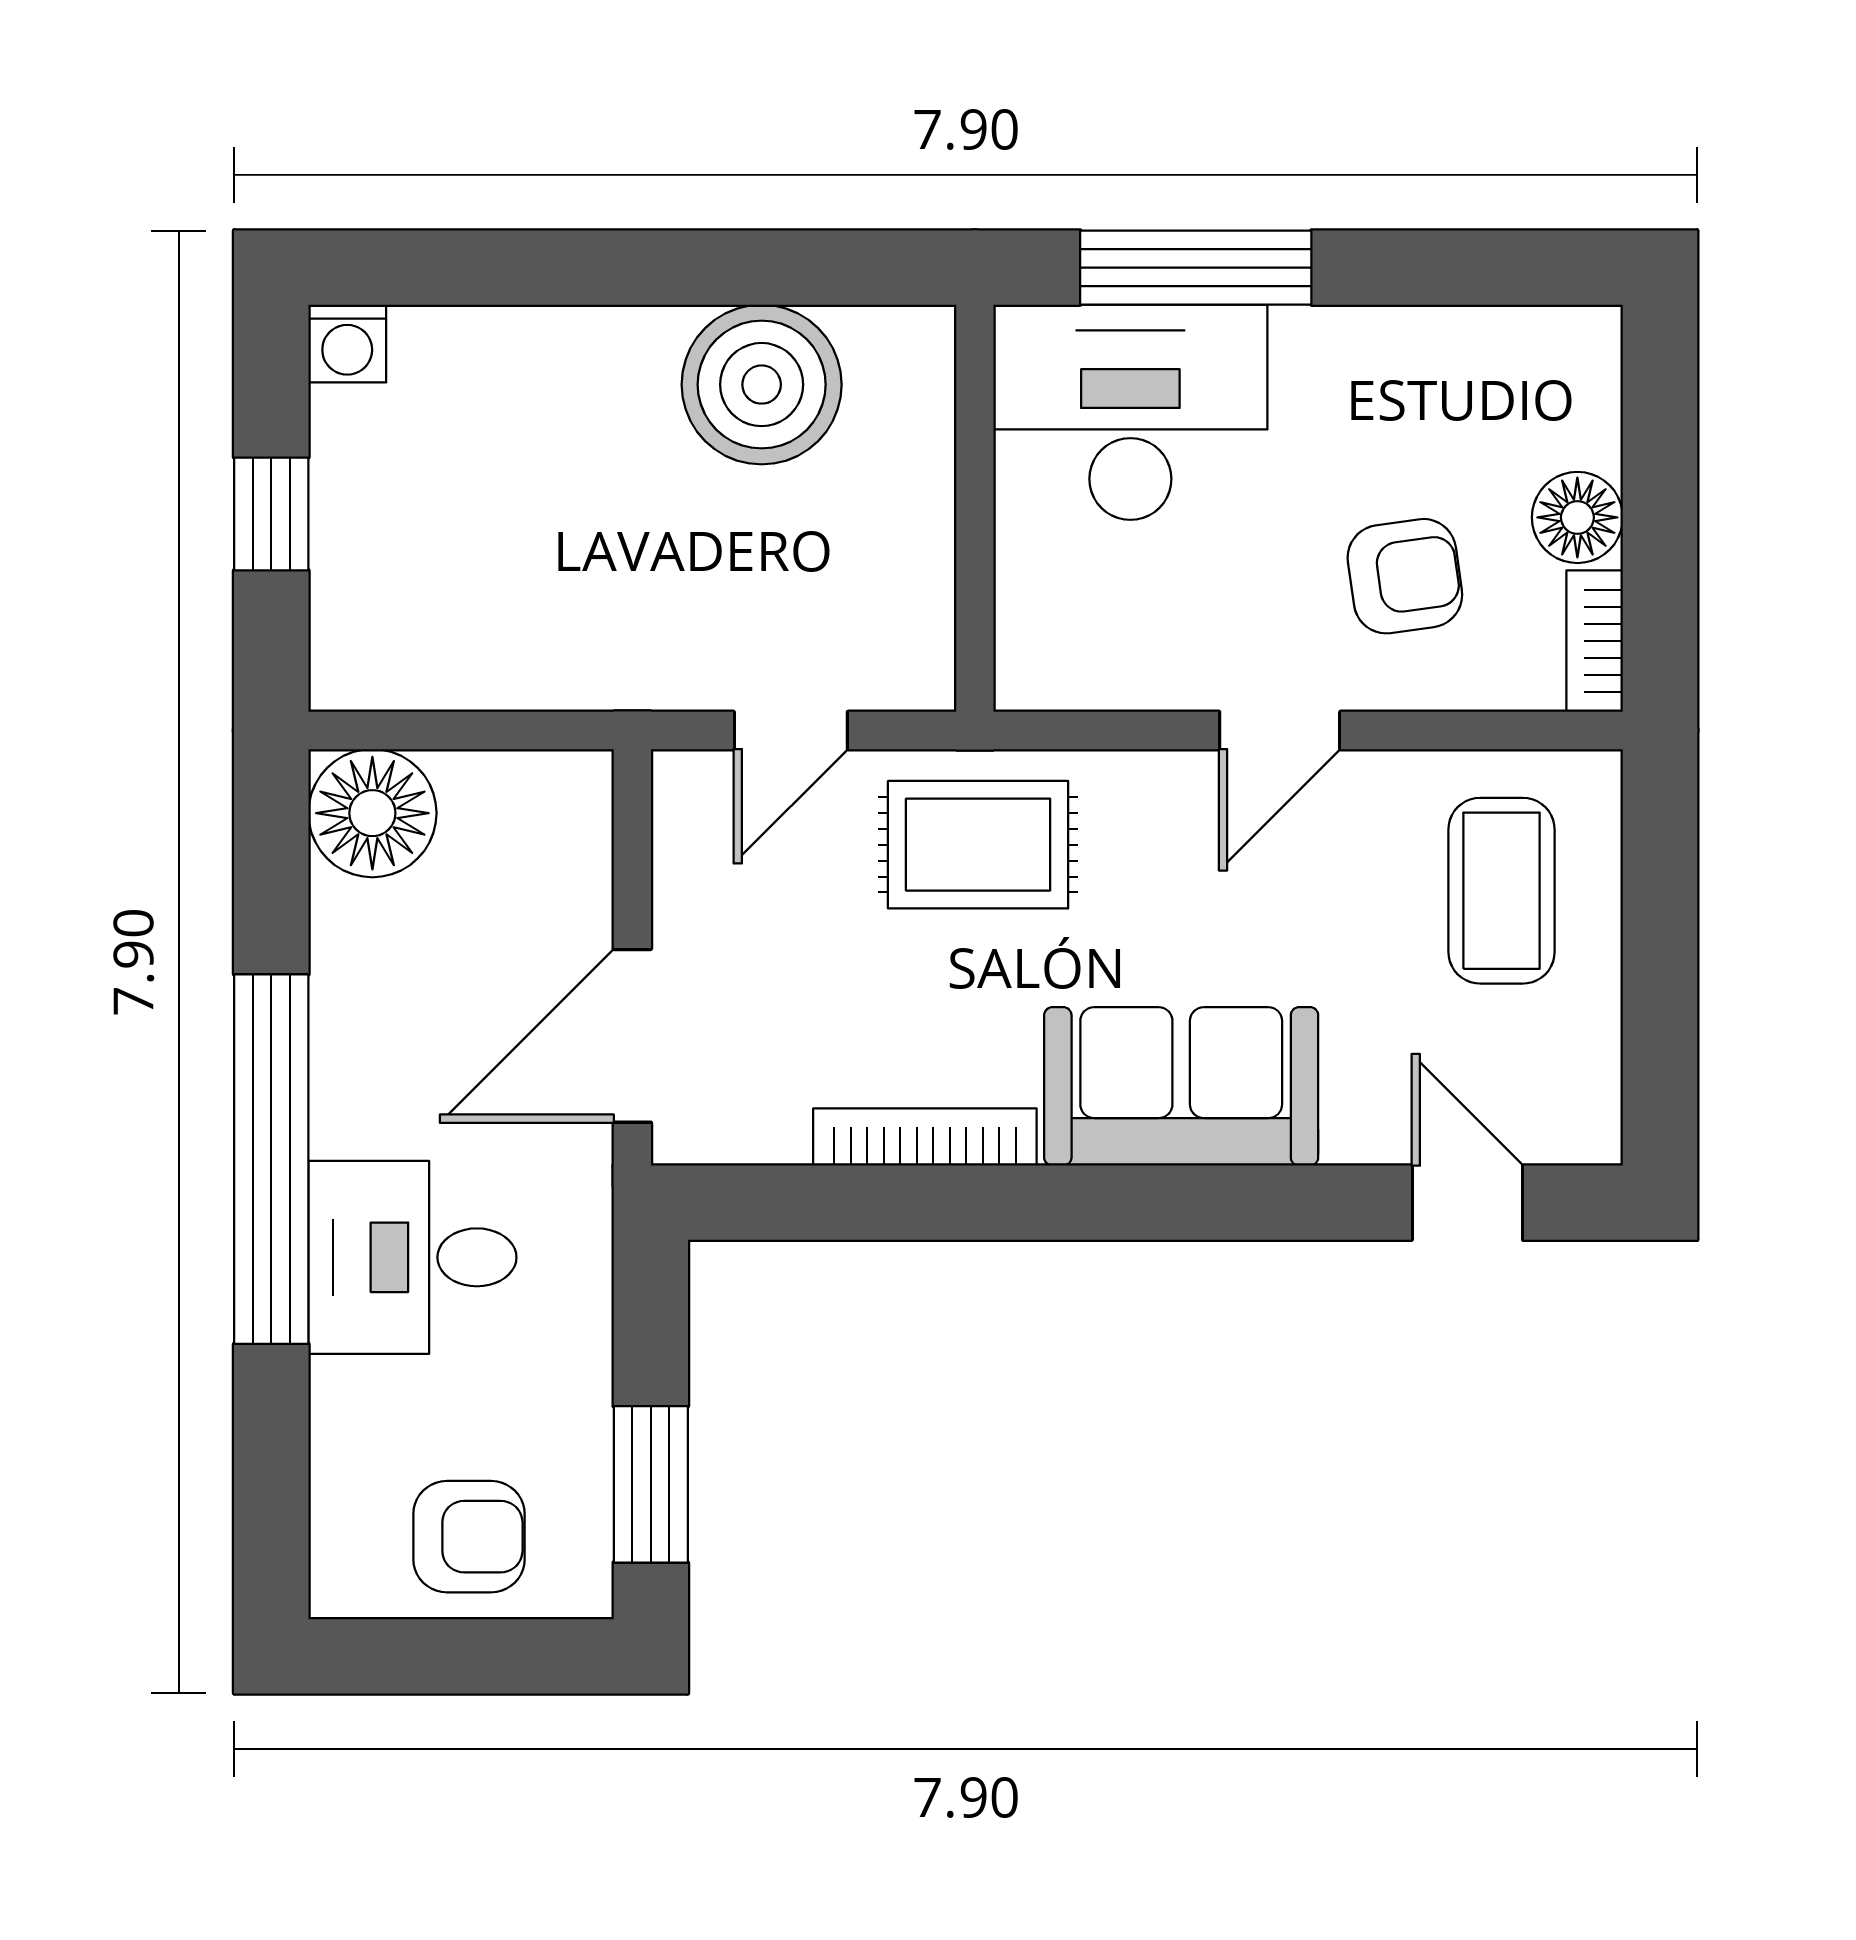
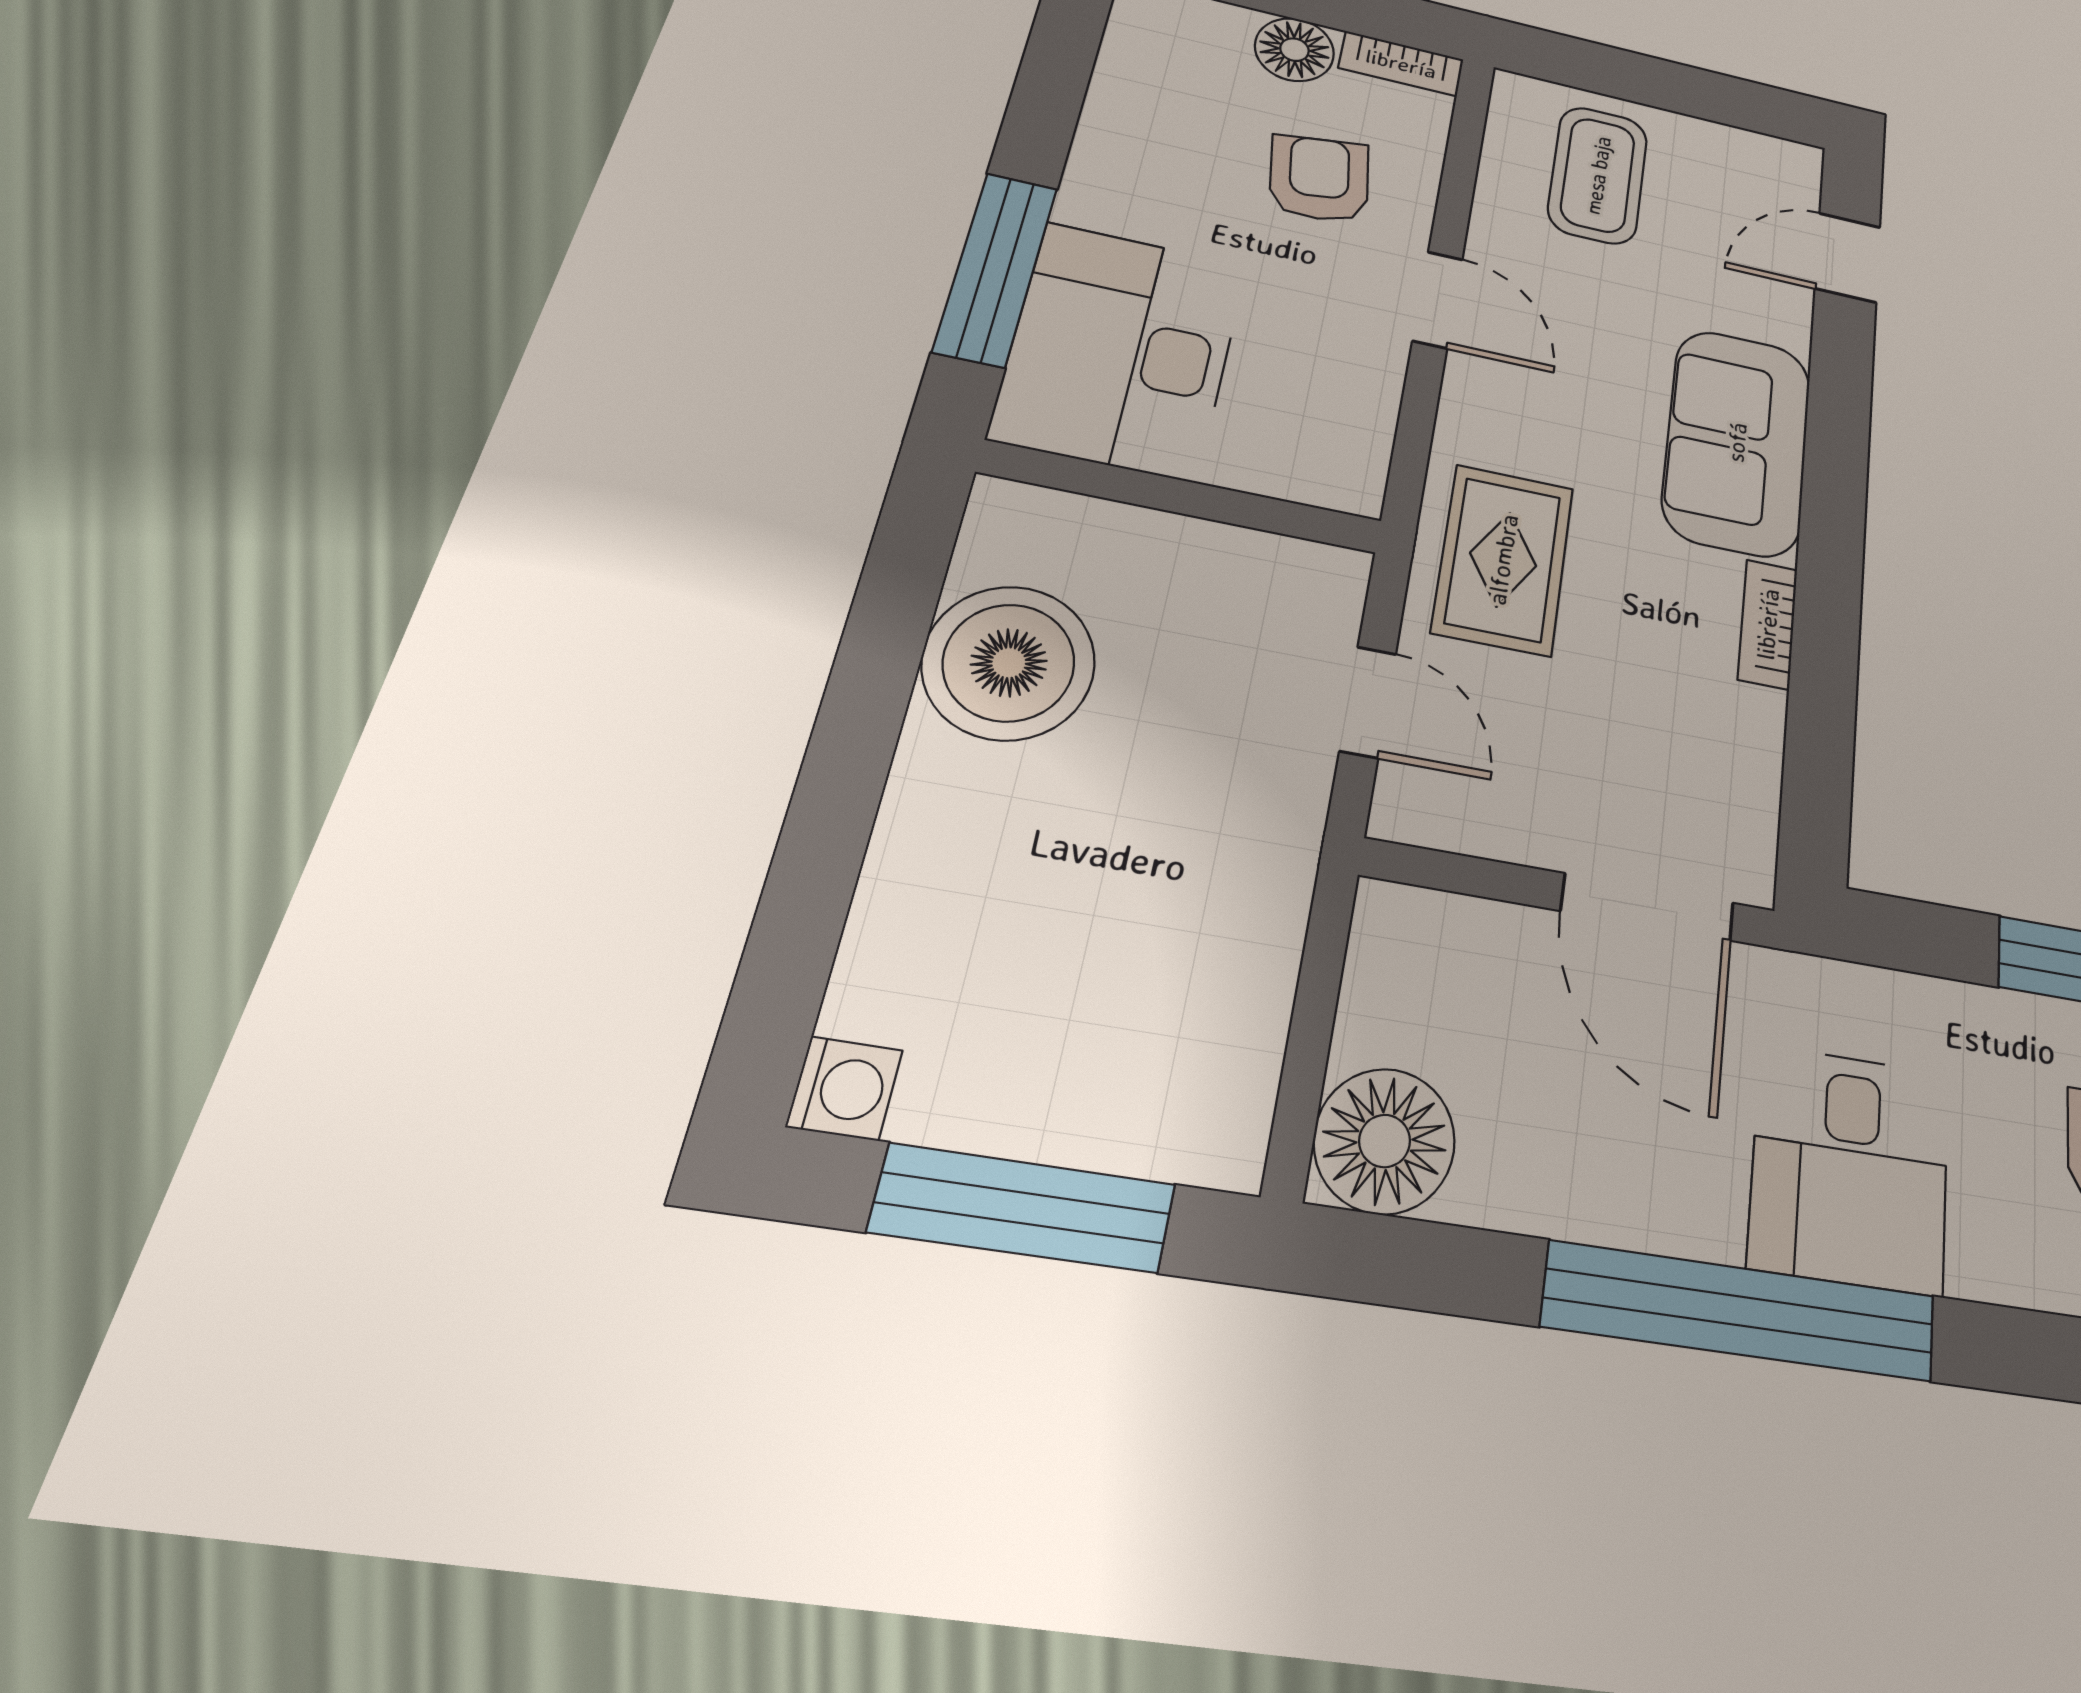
window: (271, 514) -> (1024, 1208), width x2.17
coffee table: (1502, 891) -> (1598, 175), turned 90
bookcase: (925, 1137) -> (1768, 624), width x0.64

